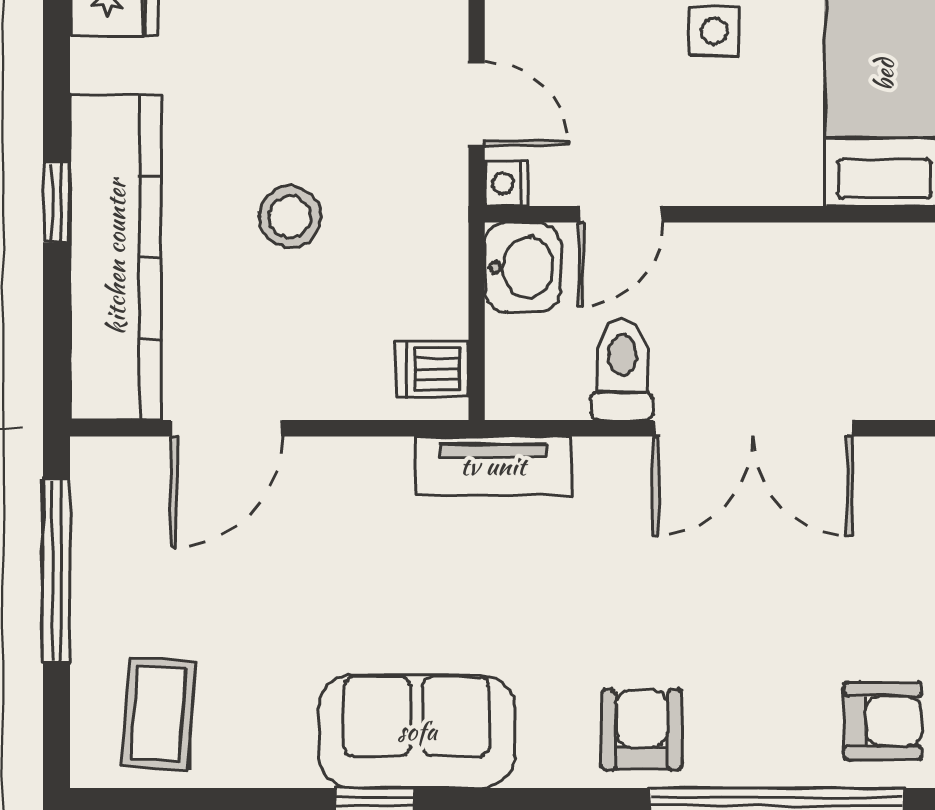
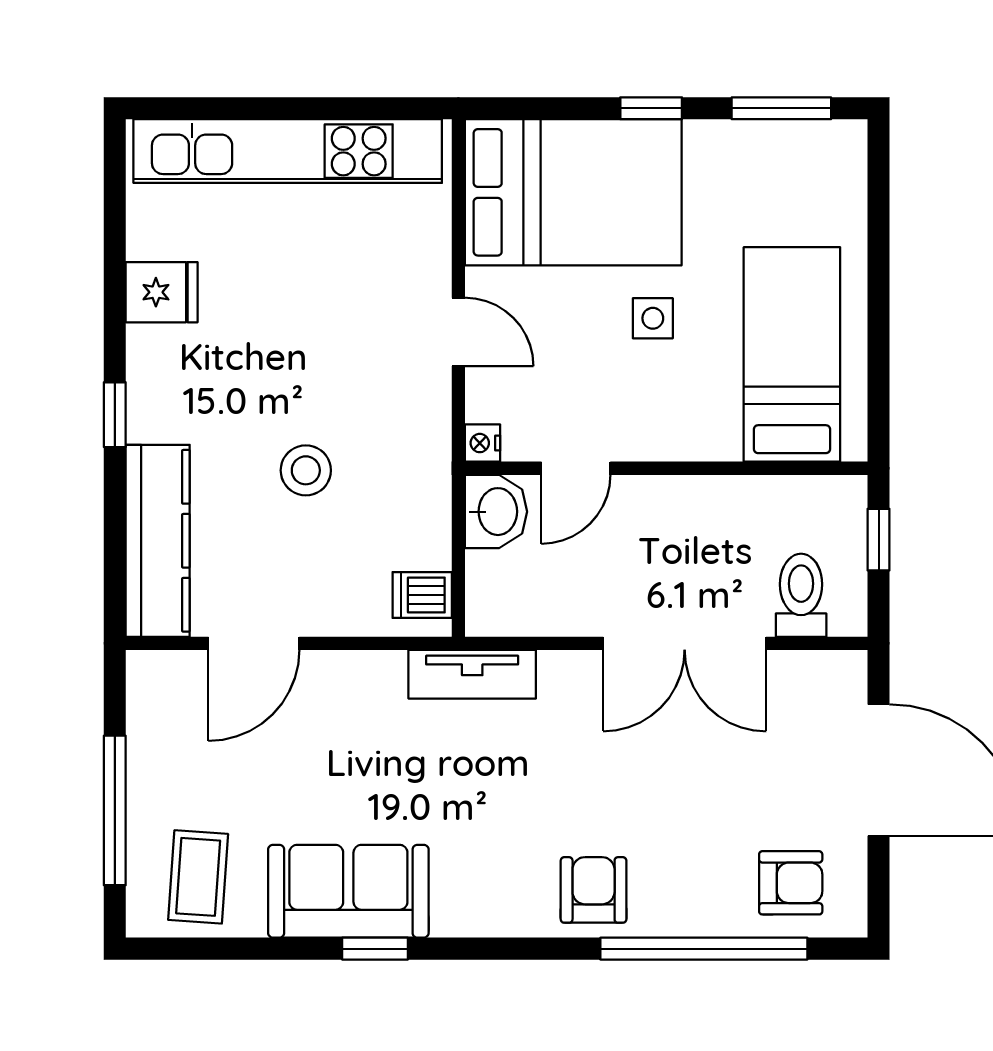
door: (477, 104) -> (458, 332), moved
window: (57, 203) -> (115, 415), moved
kitchen counter: (116, 257) -> (158, 541), width x0.72, depth x0.86
toilet: (622, 369) -> (801, 595), moved
window: (57, 571) -> (115, 810), moved
sofa: (417, 731) -> (348, 891), moved

